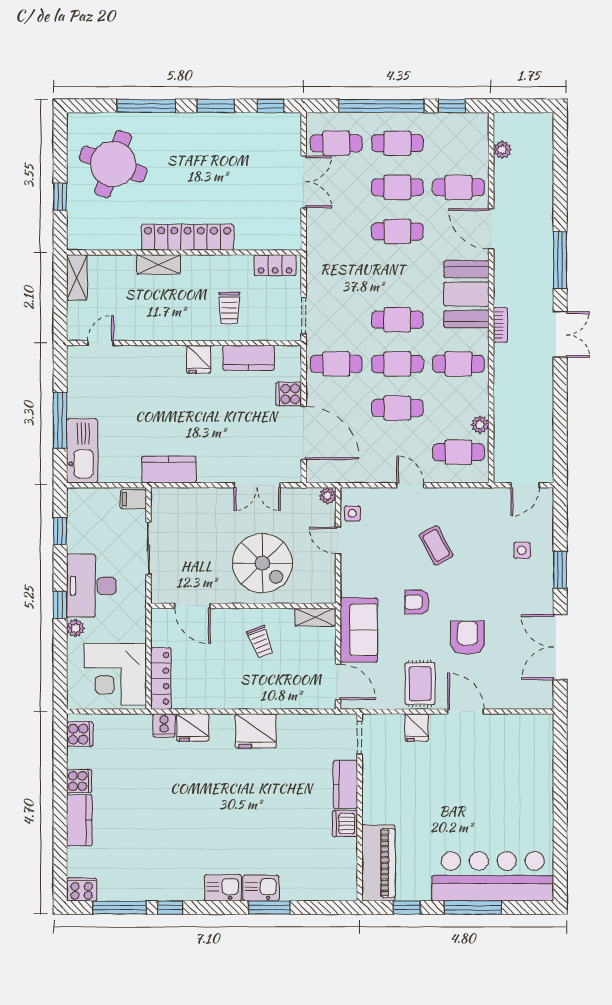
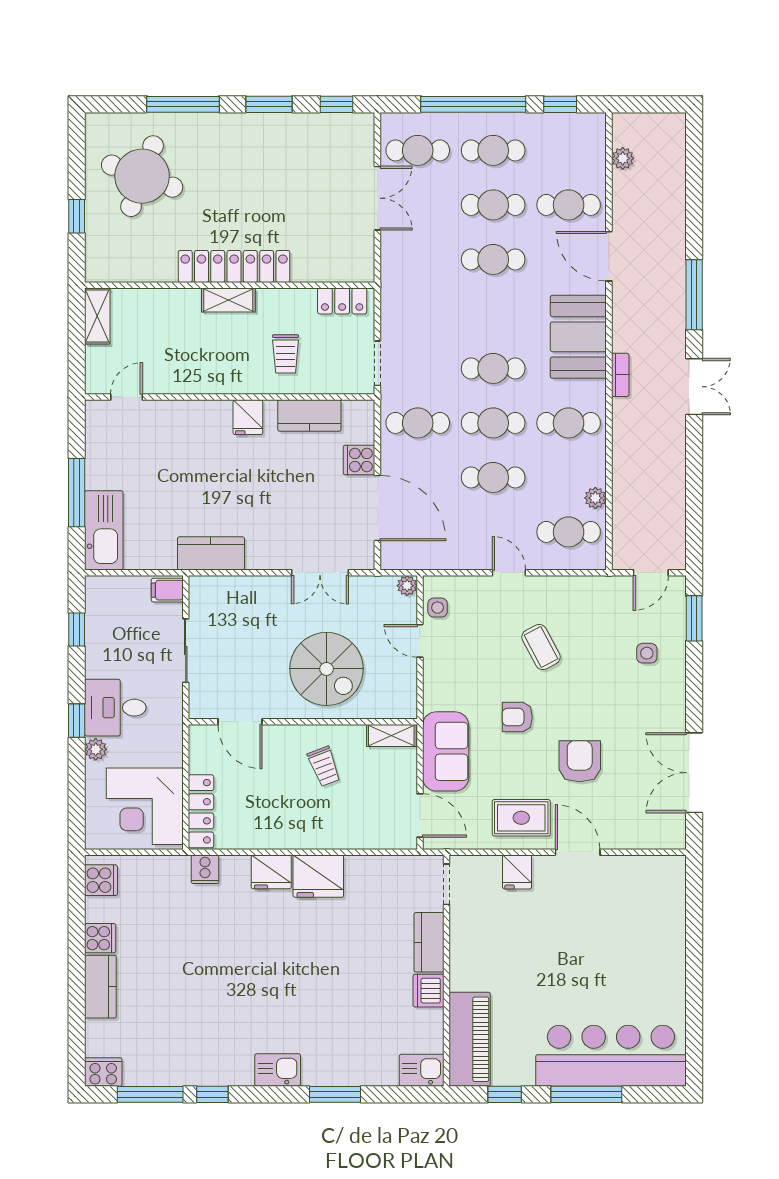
shelving: (159, 264) -> (228, 300), moved
window: (560, 570) -> (694, 618), moved
desk: (91, 586) -> (115, 708), width x0.73
rug: (420, 684) -> (521, 818), turned 90
fridge: (193, 727) -> (271, 872), moved
kitchen sink: (261, 888) -> (422, 1070), moved

